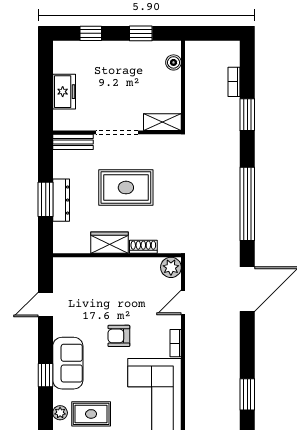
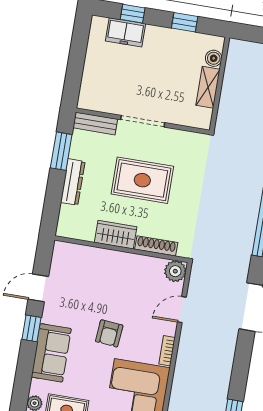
freezer: (64, 92) -> (125, 32), moved, turned 90
shelving: (162, 122) -> (208, 87), moved, turned 90
window: (46, 199) -> (61, 151), moved
shoe rack: (143, 247) -> (156, 246), width x1.43
armchair: (119, 336) -> (109, 333), turned -85
window: (46, 375) -> (31, 328), moved

